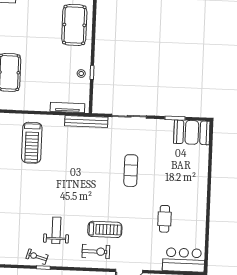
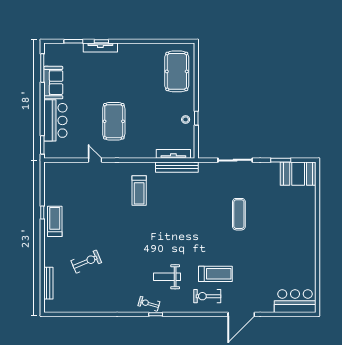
bench: (86, 122) -> (177, 167), moved
treadmill: (32, 143) -> (139, 190), width x0.73, depth x0.73
cafe table: (165, 219) -> (274, 261), removed
weight bench: (56, 230) -> (167, 277), turned -90
exercise bike: (96, 252) -> (207, 296), turned 180

